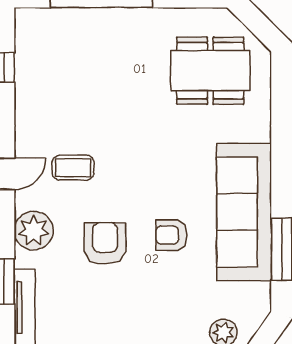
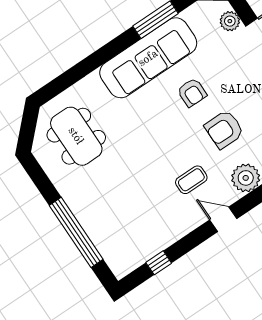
coffee table: (73, 168) -> (191, 180), turned 90

